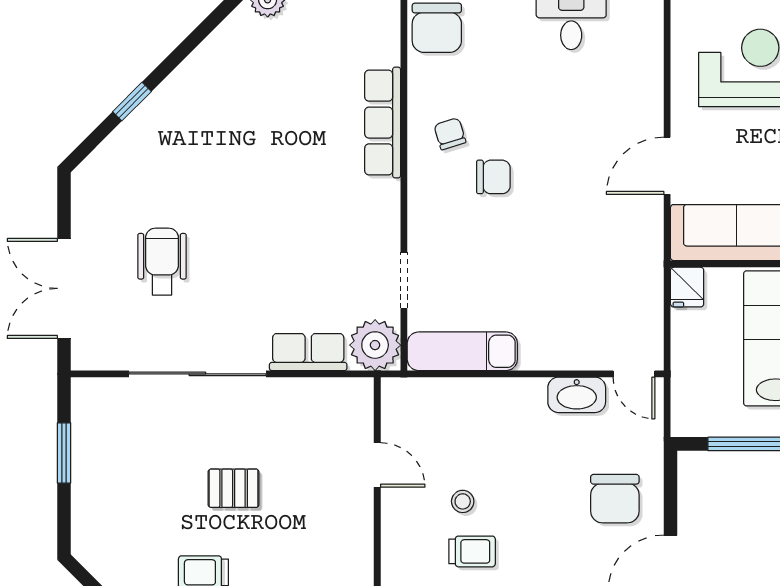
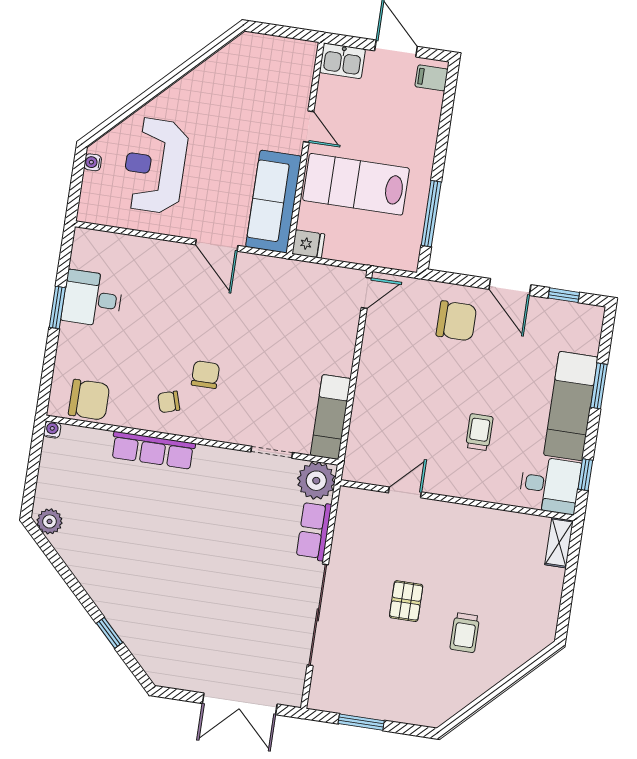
wheelchair: (162, 262) -> (231, 629), removed
washbasin: (577, 395) -> (376, 337), removed
stool: (463, 501) -> (441, 433), removed

